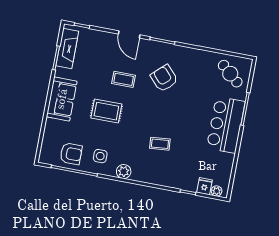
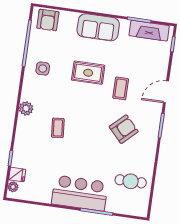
cafe table: (230, 74) -> (131, 181), moved, turned 49
rug: (106, 111) -> (88, 73), turned 90
armchair: (71, 154) -> (48, 20), moved
plant: (124, 172) -> (26, 108), moved

